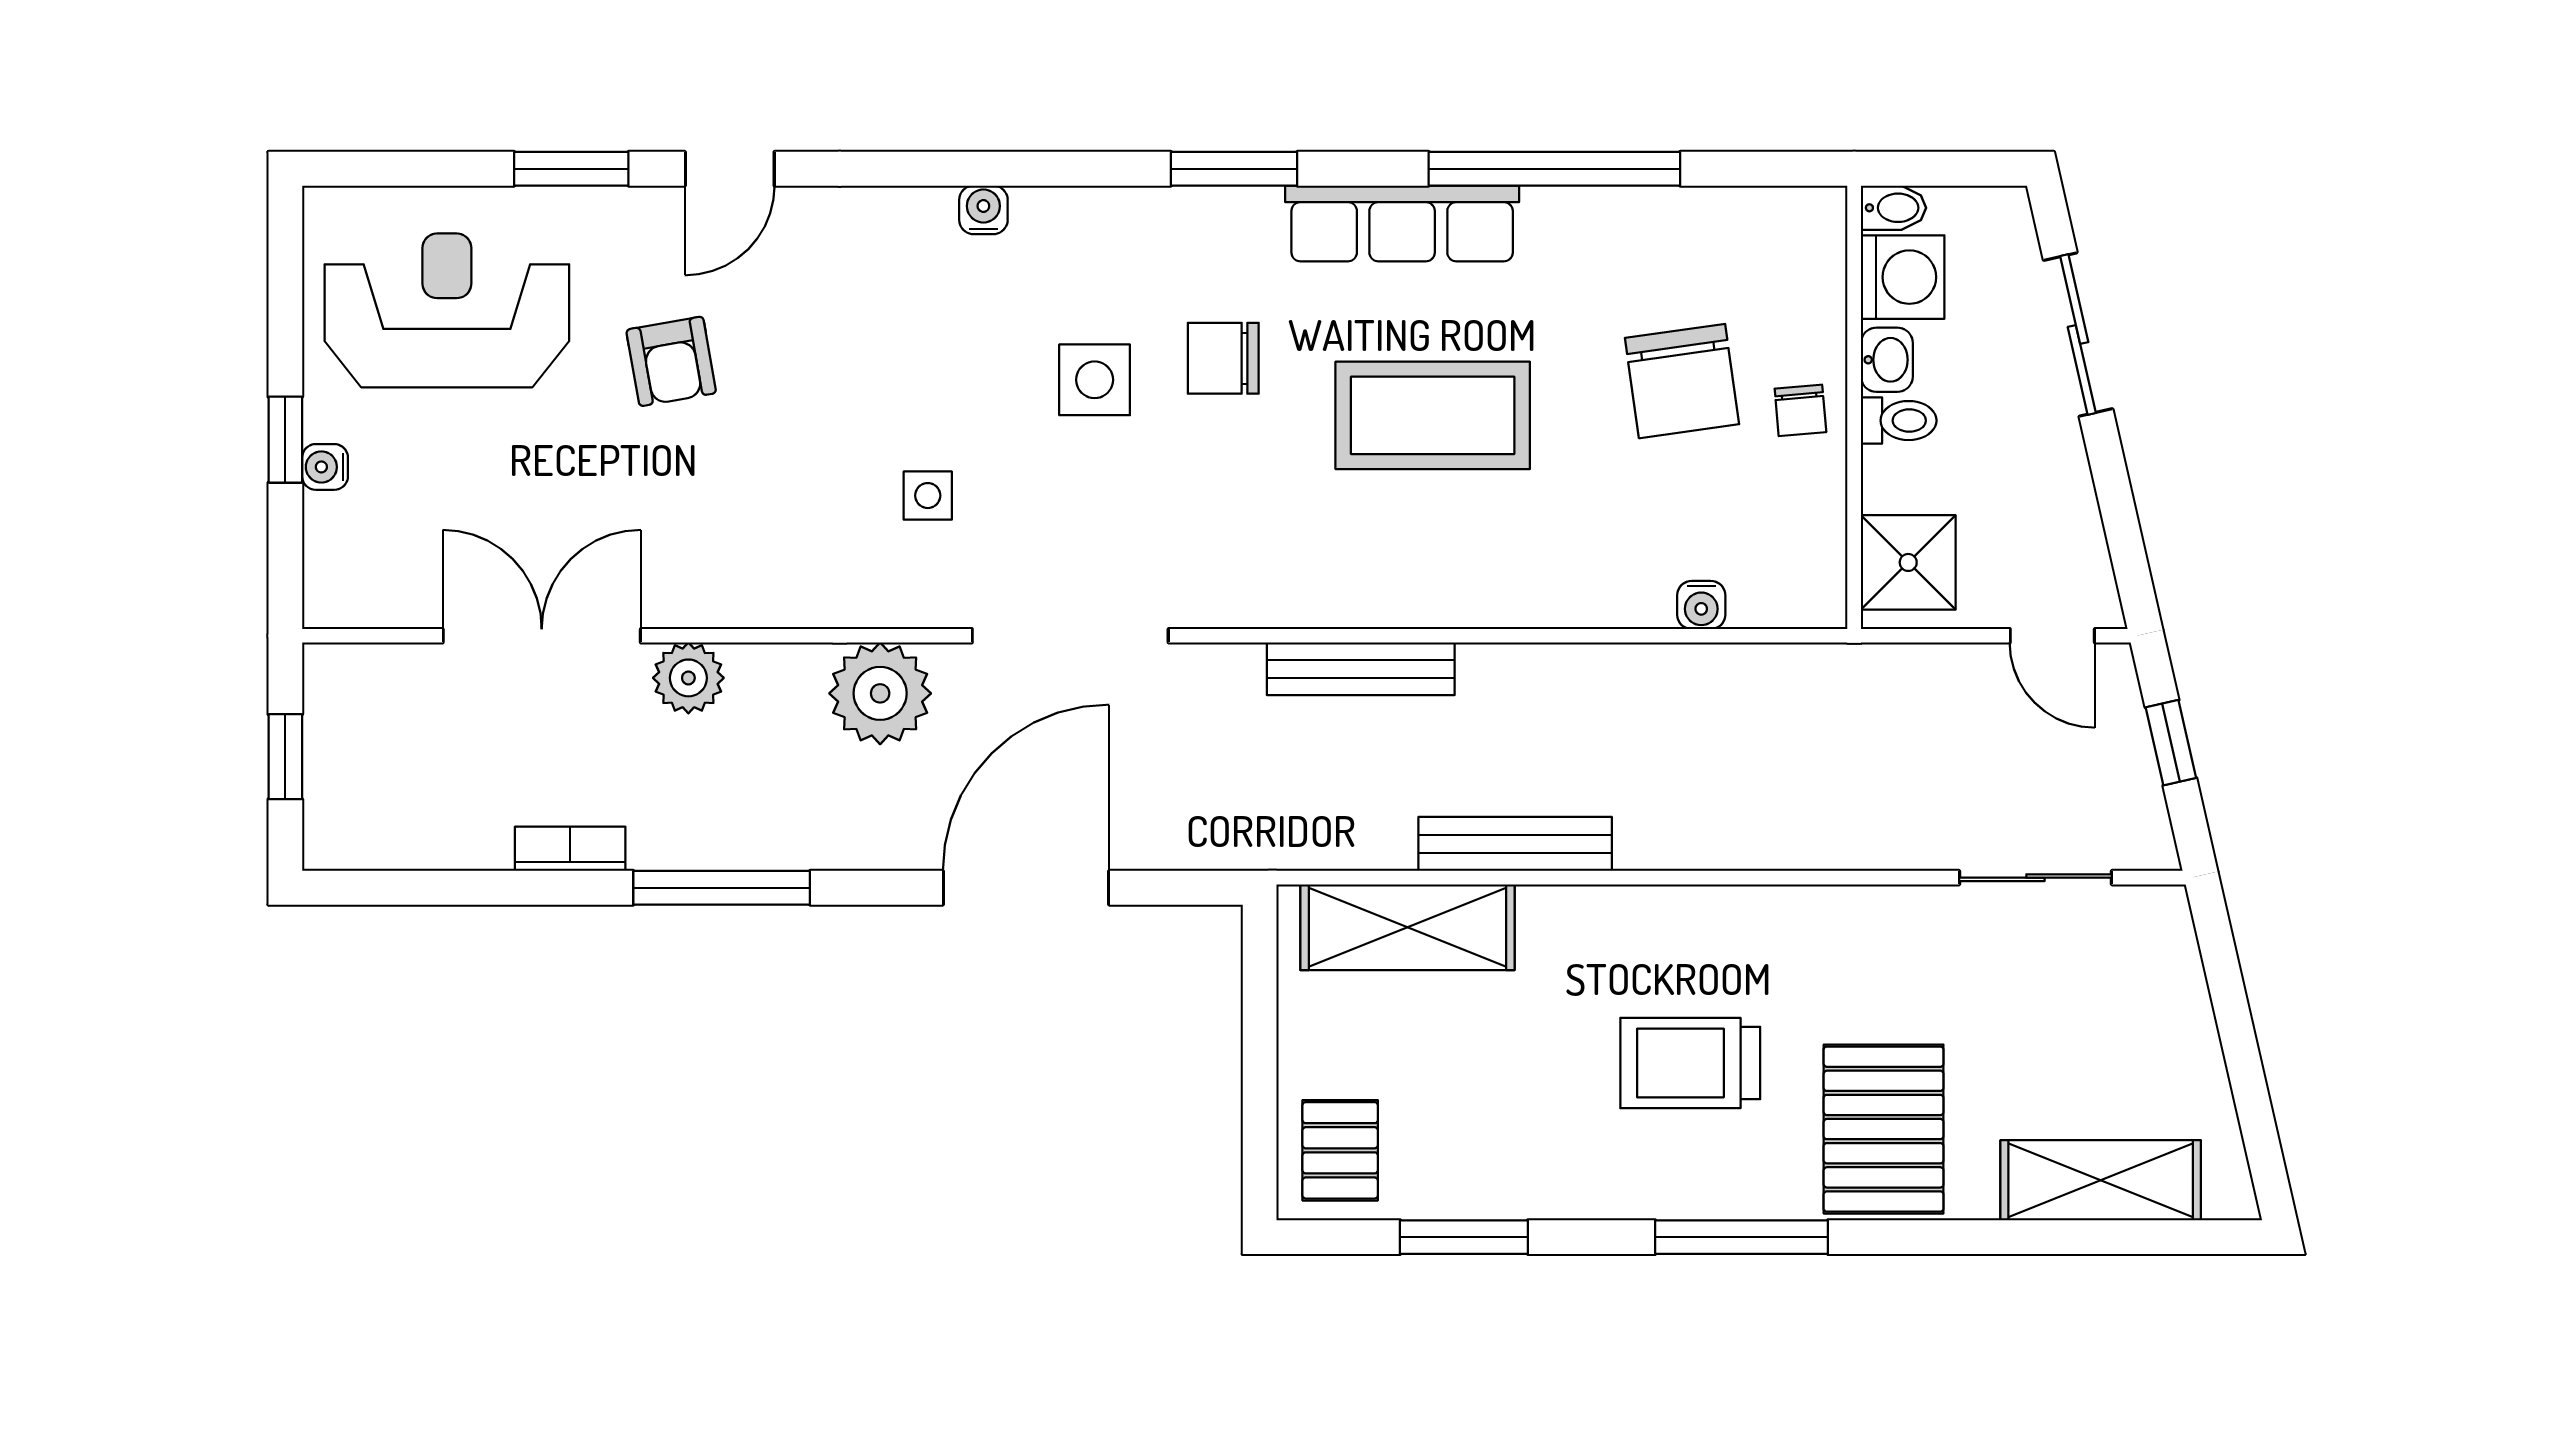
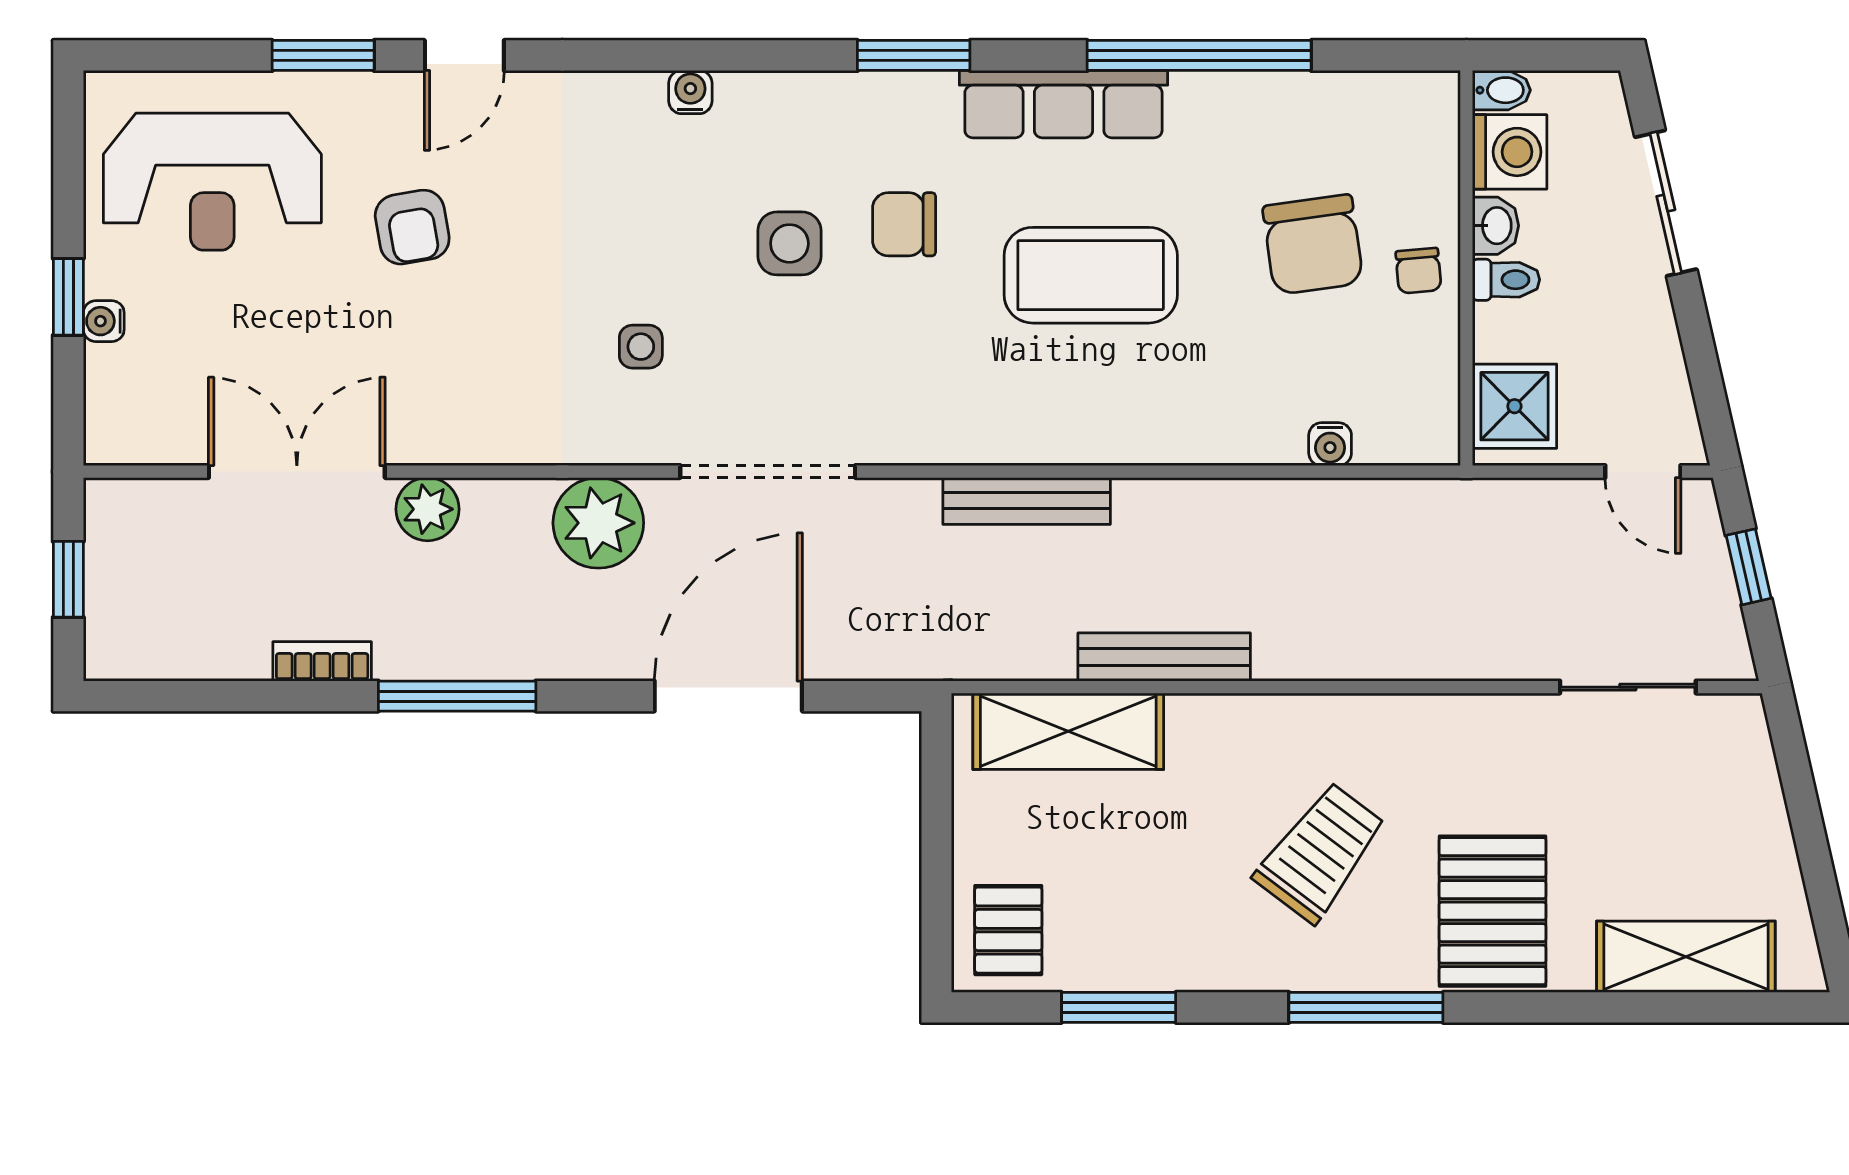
reception desk: (447, 310) -> (212, 182), turned 180
trolley: (1690, 1063) -> (1320, 852), turned 127

